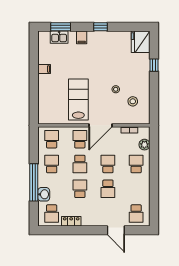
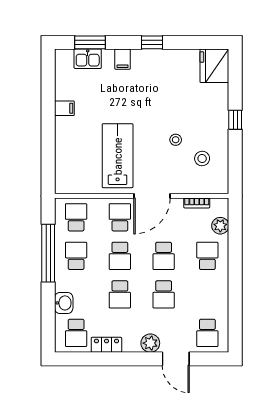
window: (154, 65) -> (235, 120), moved
school desk: (108, 164) -> (164, 256), turned 180
window: (34, 182) -> (48, 253), moved
school desk: (80, 189) -> (120, 294), turned 180
plant: (99, 220) -> (150, 343), added

